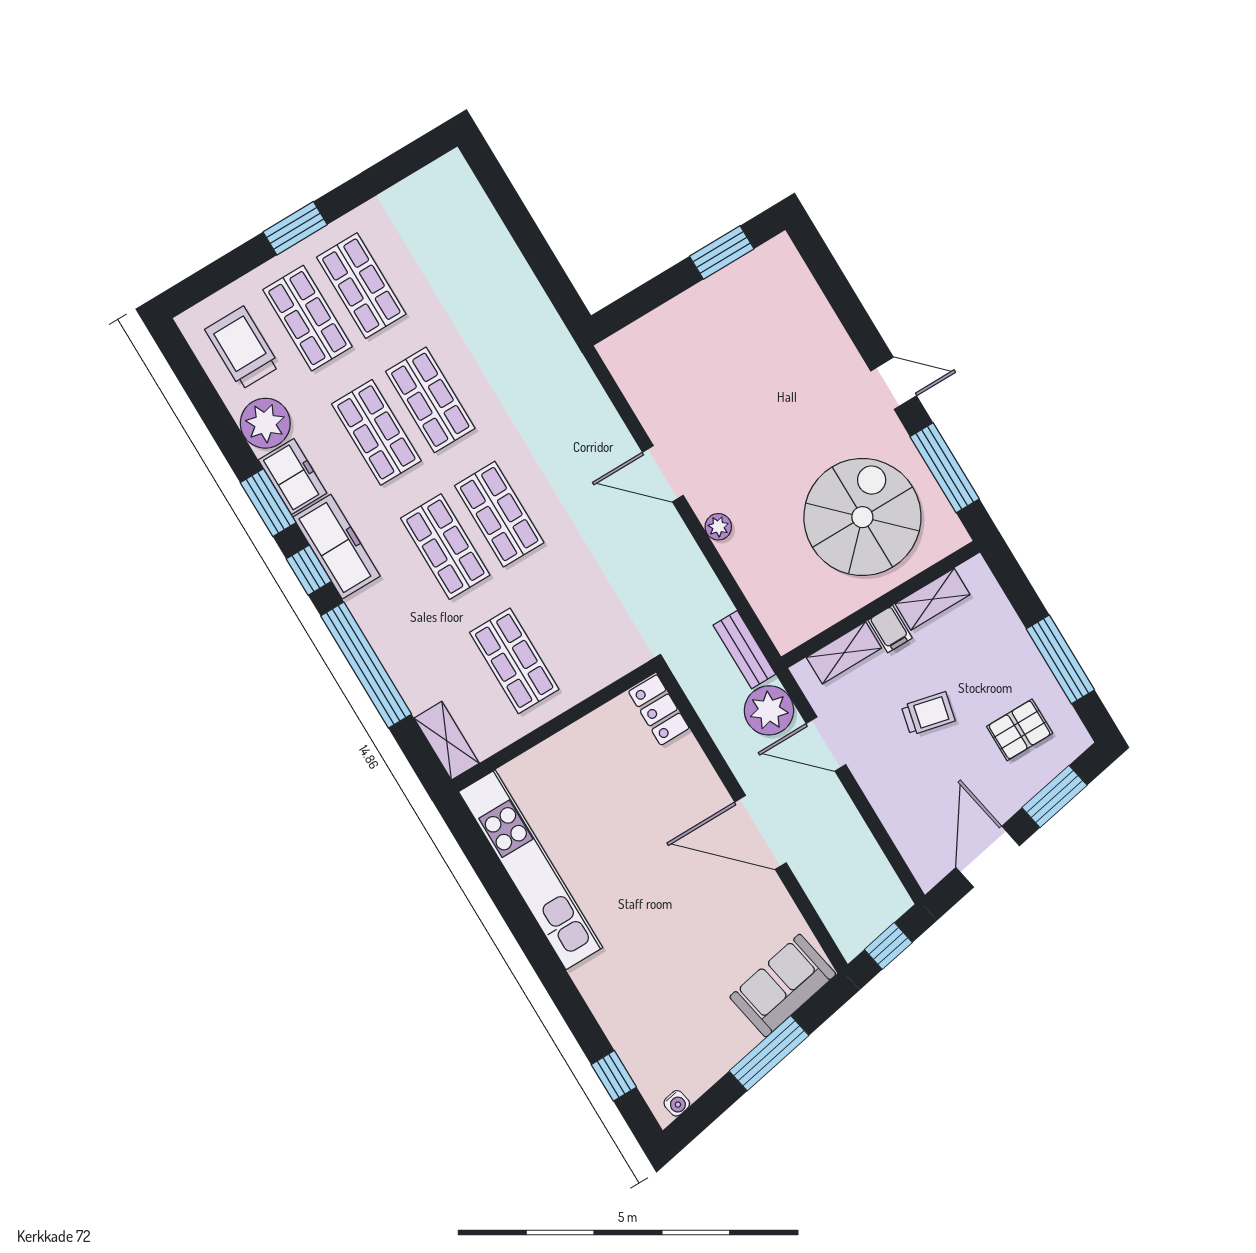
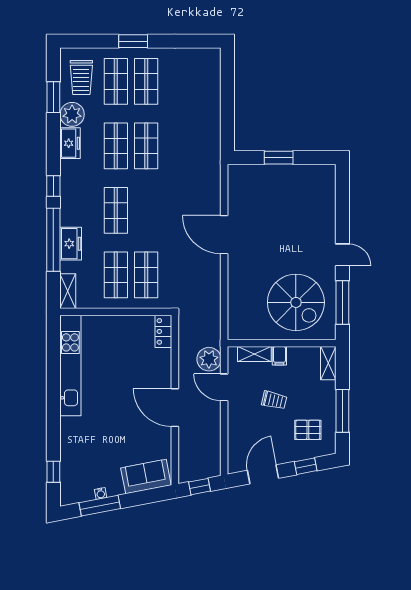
window: (722, 252) -> (279, 158), moved
trolley: (242, 348) -> (81, 77), turned 180
door: (663, 474) -> (224, 235), width x1.36
window: (268, 503) -> (53, 97), moved
shop shelf: (499, 514) -> (146, 275), moved
spiral stairs: (862, 517) -> (296, 302), turned 90
plant: (718, 527) -> (234, 270), removed
freezer: (337, 547) -> (71, 244), moved, width x0.71
shelving: (932, 599) -> (328, 363), moved, turned 90
bench: (744, 650) -> (214, 328), removed
window: (1055, 796) -> (306, 466), width x0.67
window: (769, 1053) -> (100, 506), moved
water cooler: (677, 1103) -> (101, 493), moved

